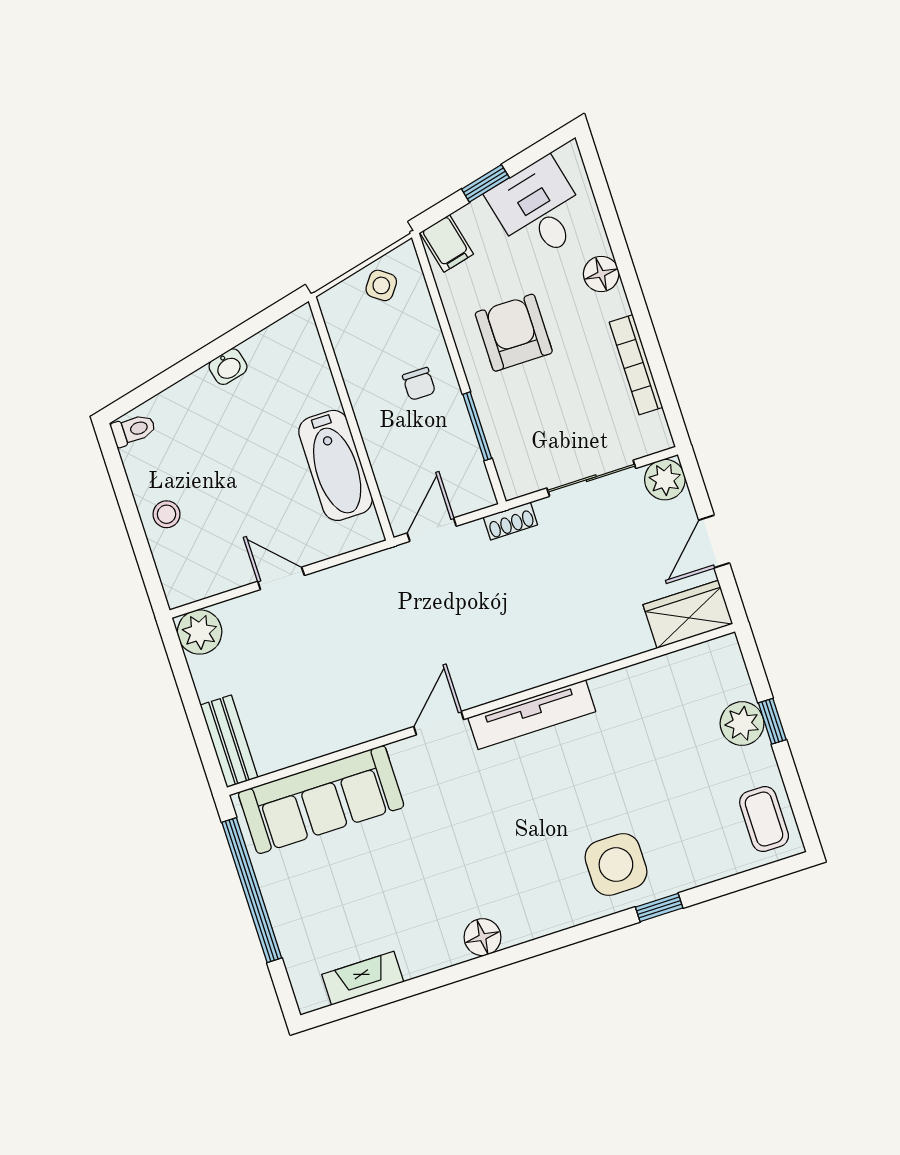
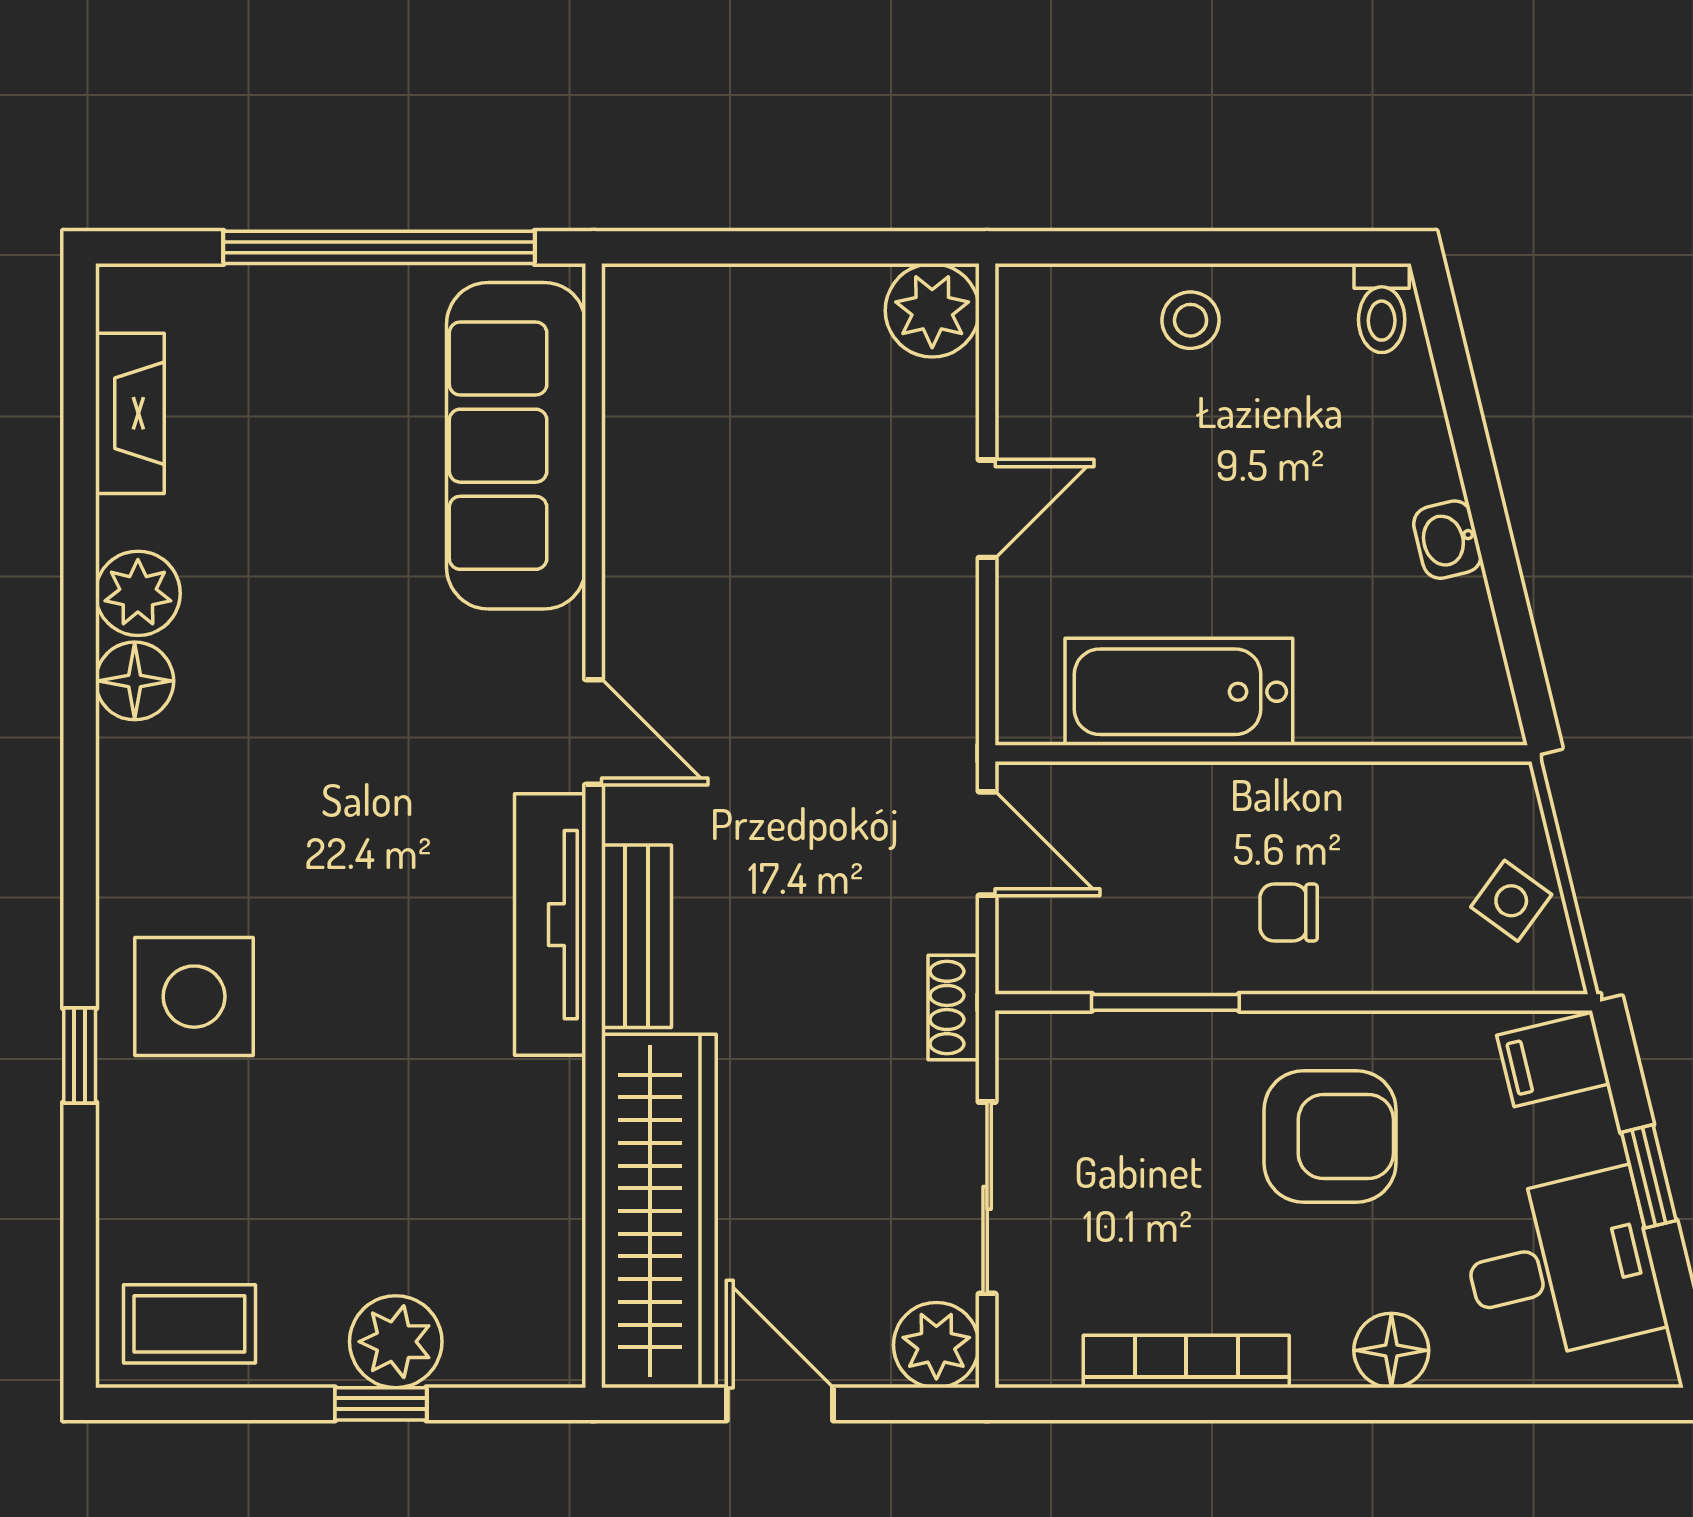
wardrobe: (688, 614) -> (659, 1211), width x2.10, depth x1.17
bench: (229, 741) -> (636, 936), moved, turned 90
plant: (443, 948) -> (138, 593), added

